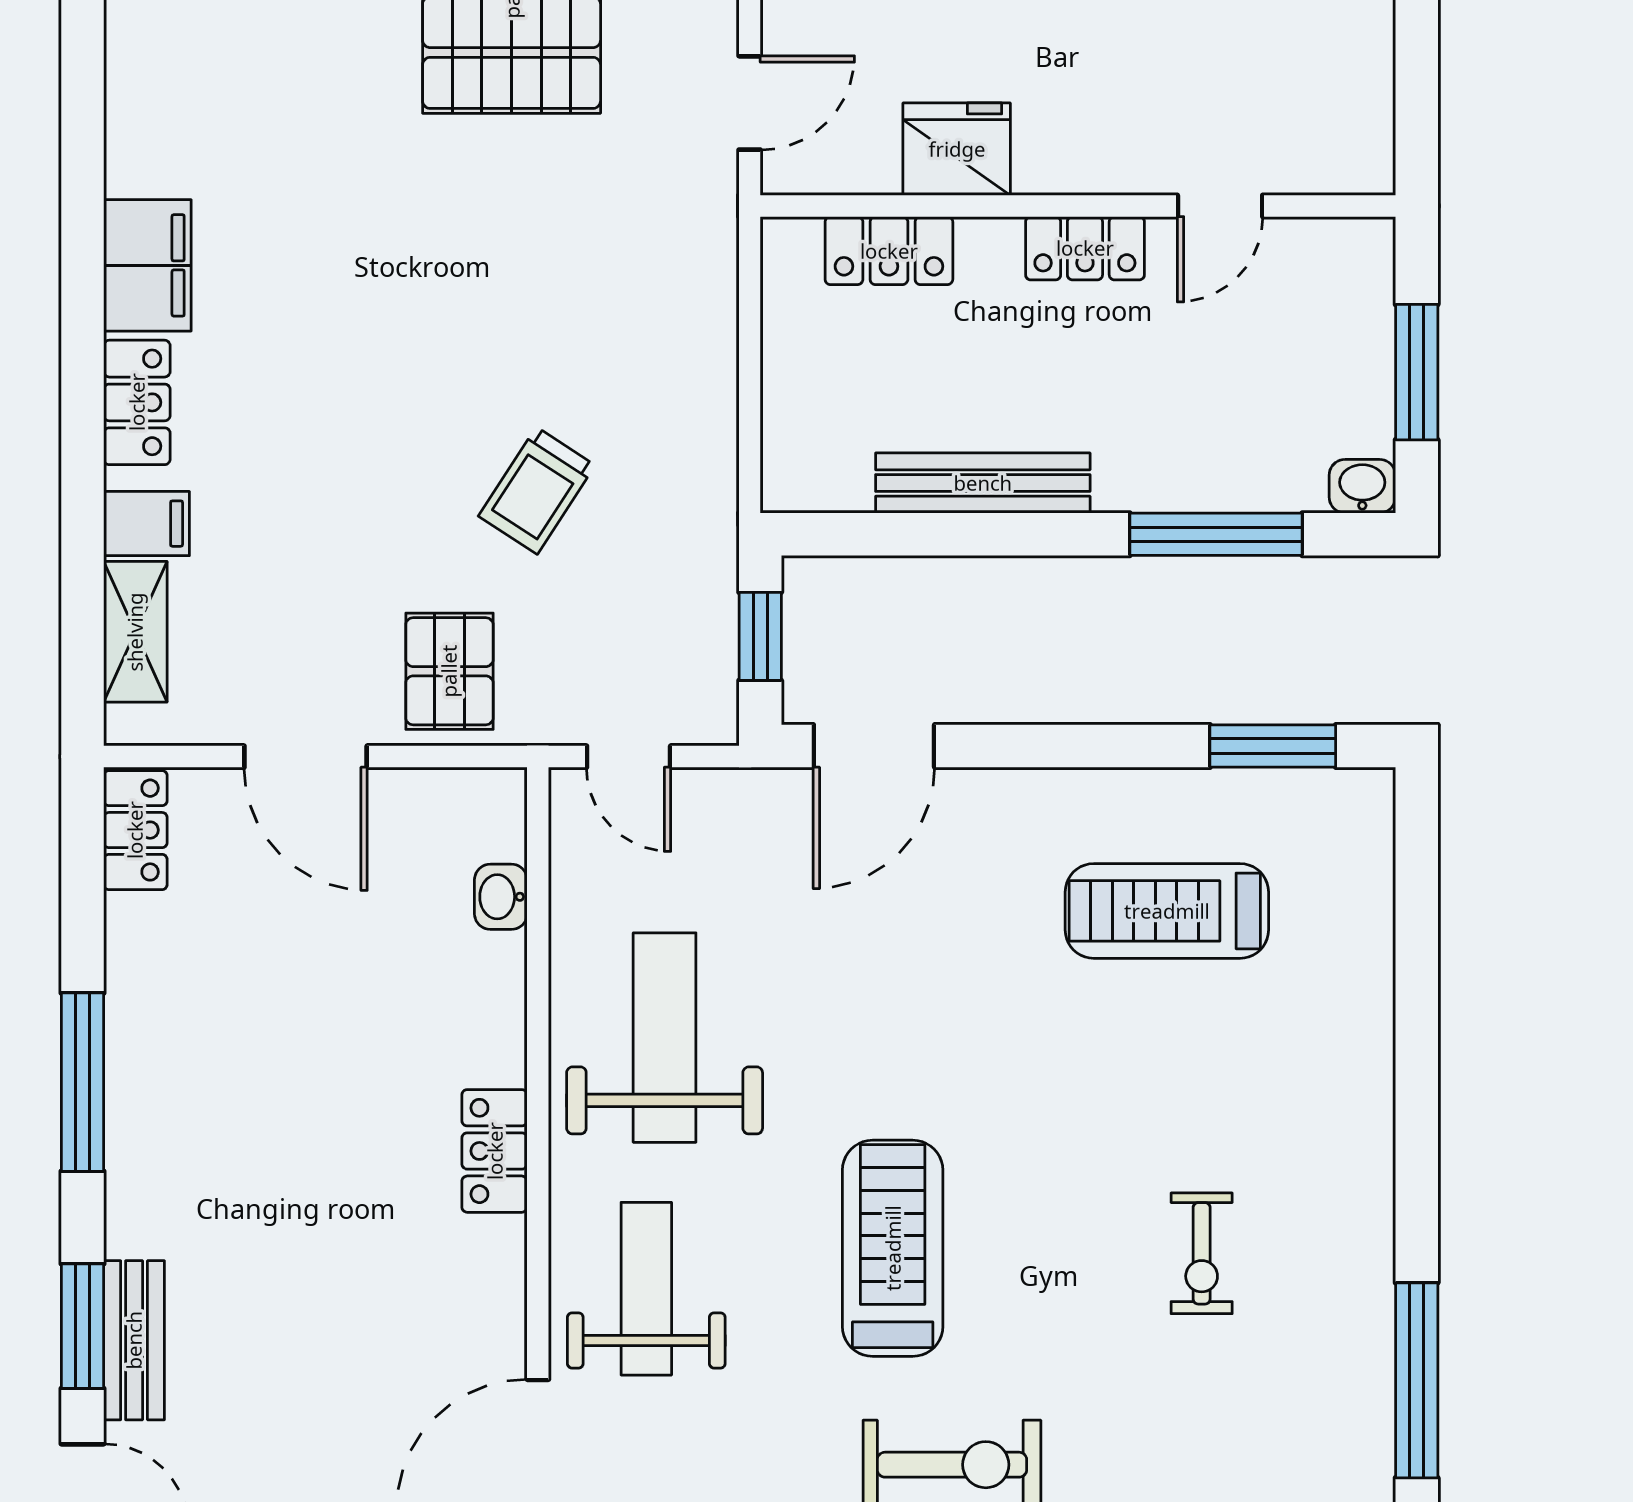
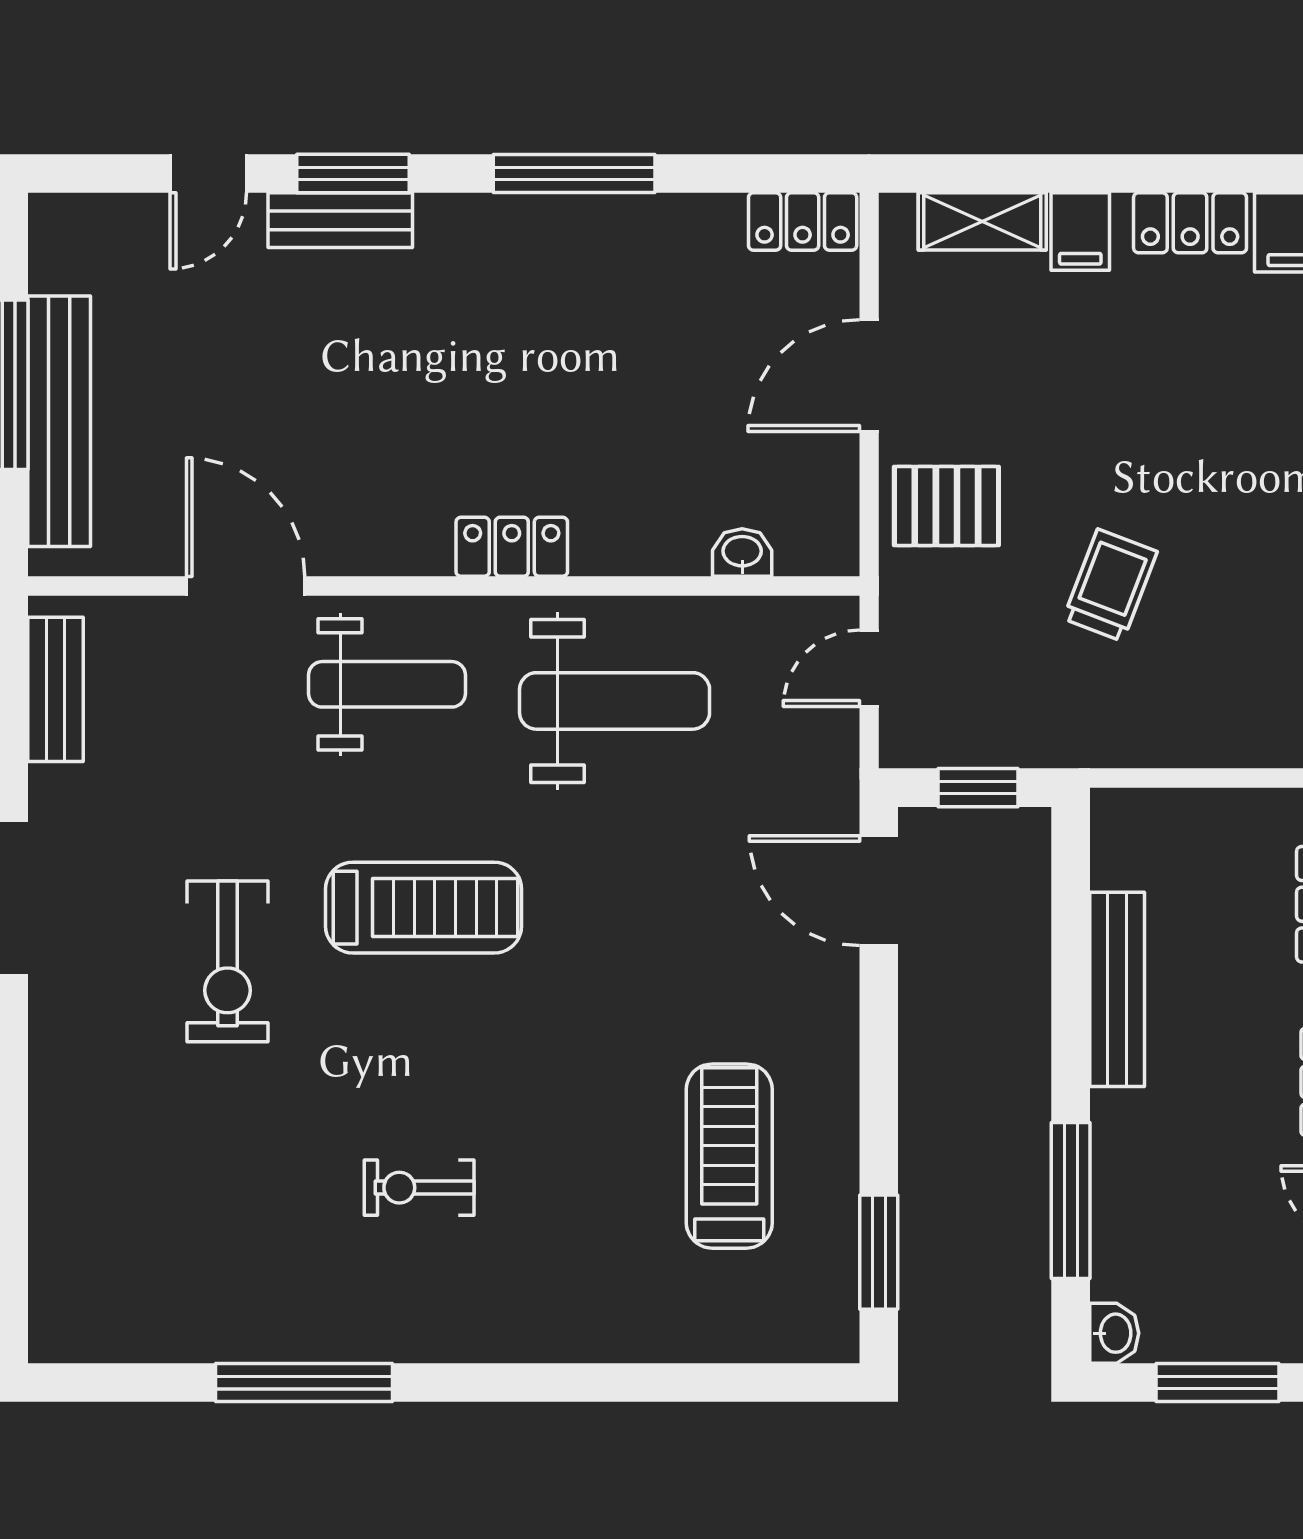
trolley: (537, 491) -> (1110, 585), turned 78

